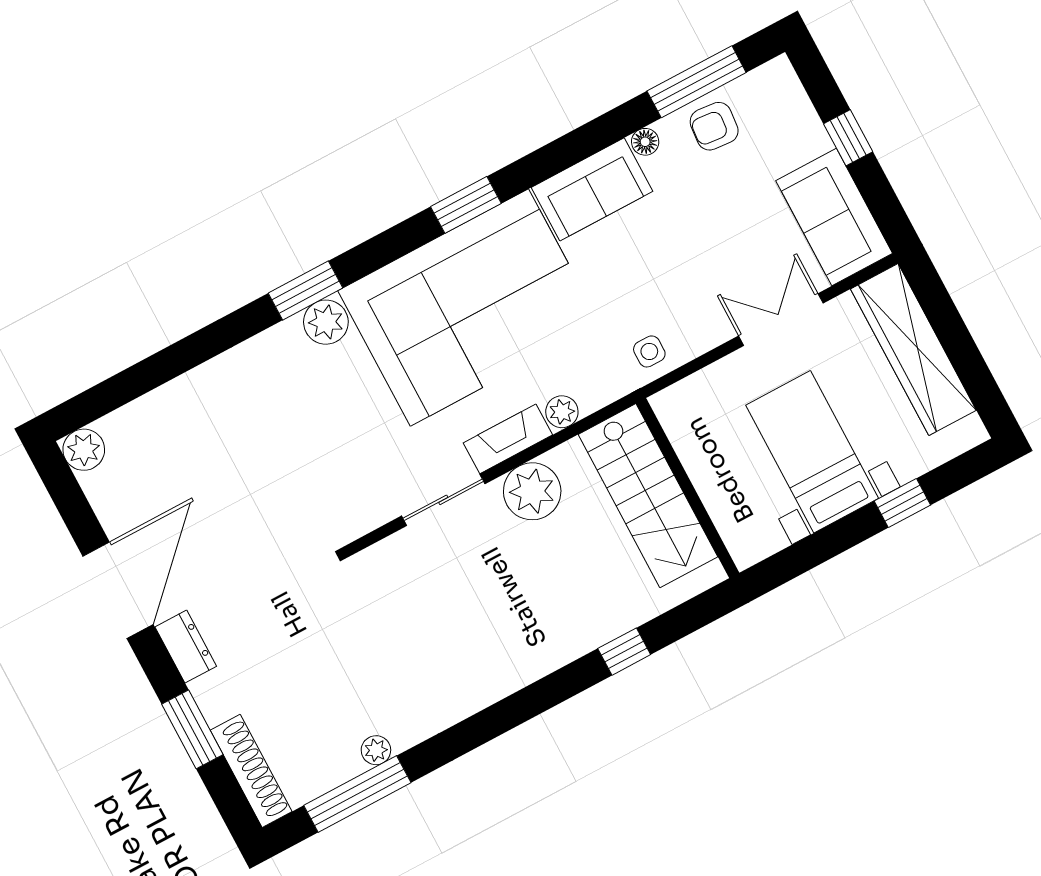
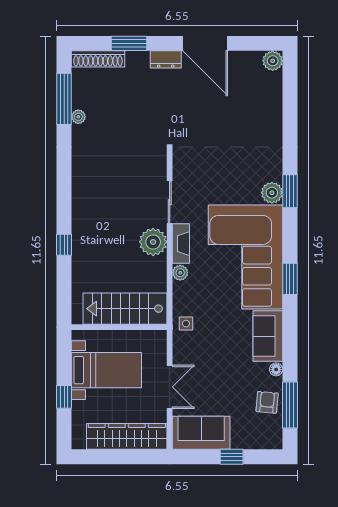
wall: (688, 488) -> (119, 327), moved
stairs: (648, 496) -> (125, 309), moved

